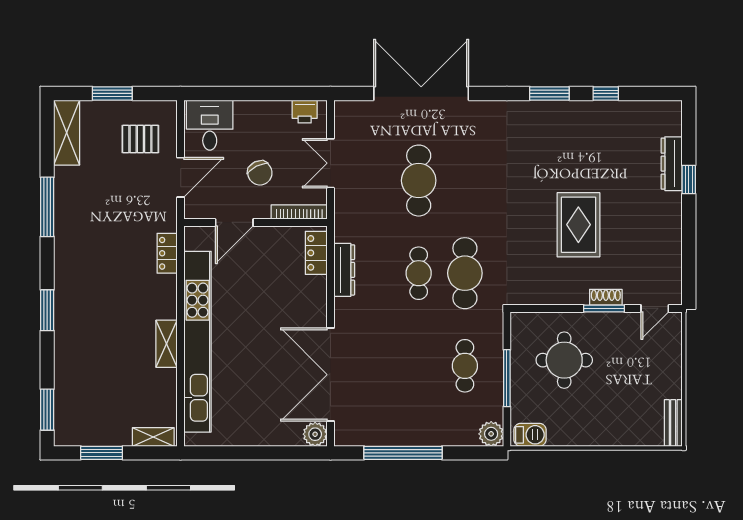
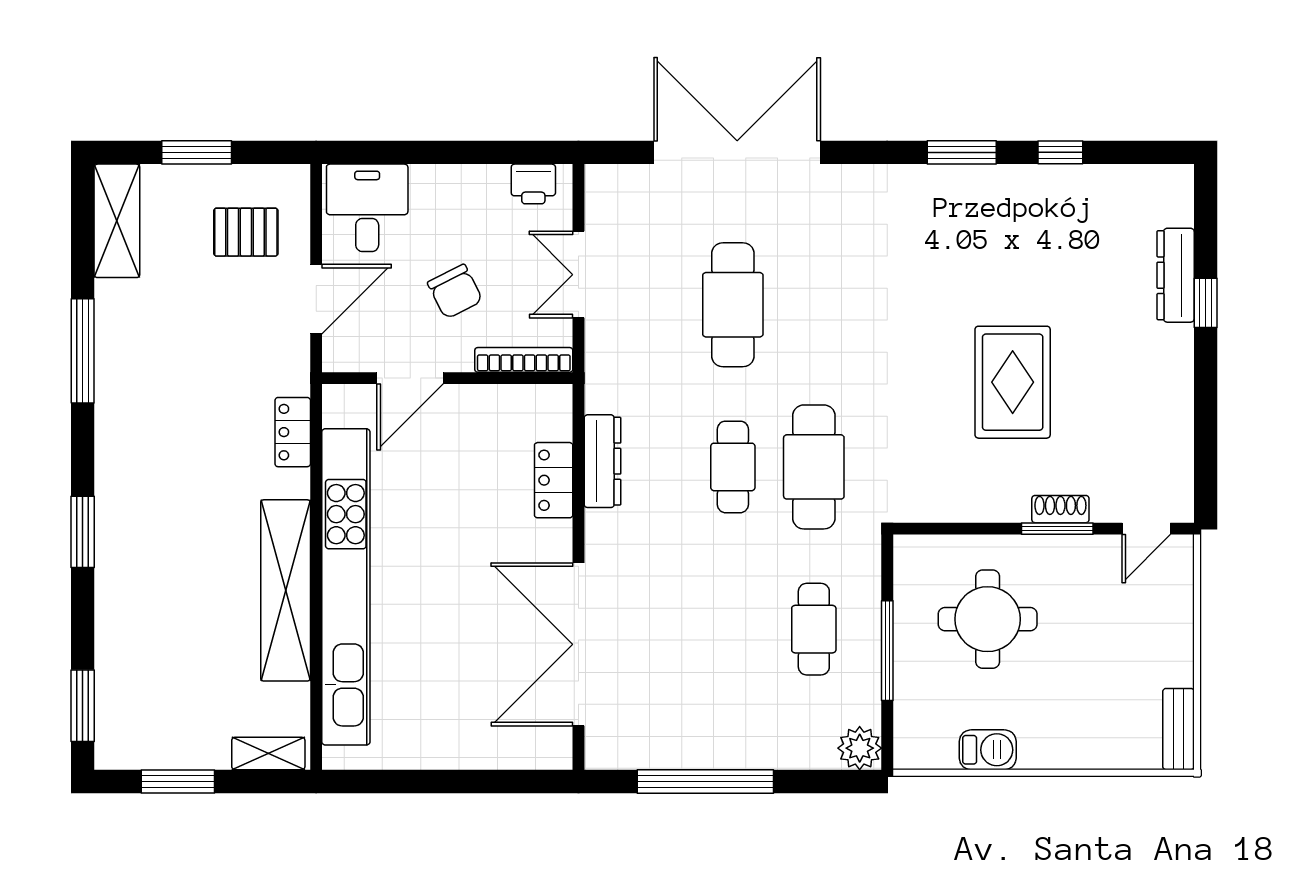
locker: (316, 253) -> (554, 480), moved
shelving: (167, 344) -> (286, 590), width x2.20, depth x1.33
plant: (315, 434) -> (552, 749), removed
barbecue: (530, 435) -> (988, 750), moved

